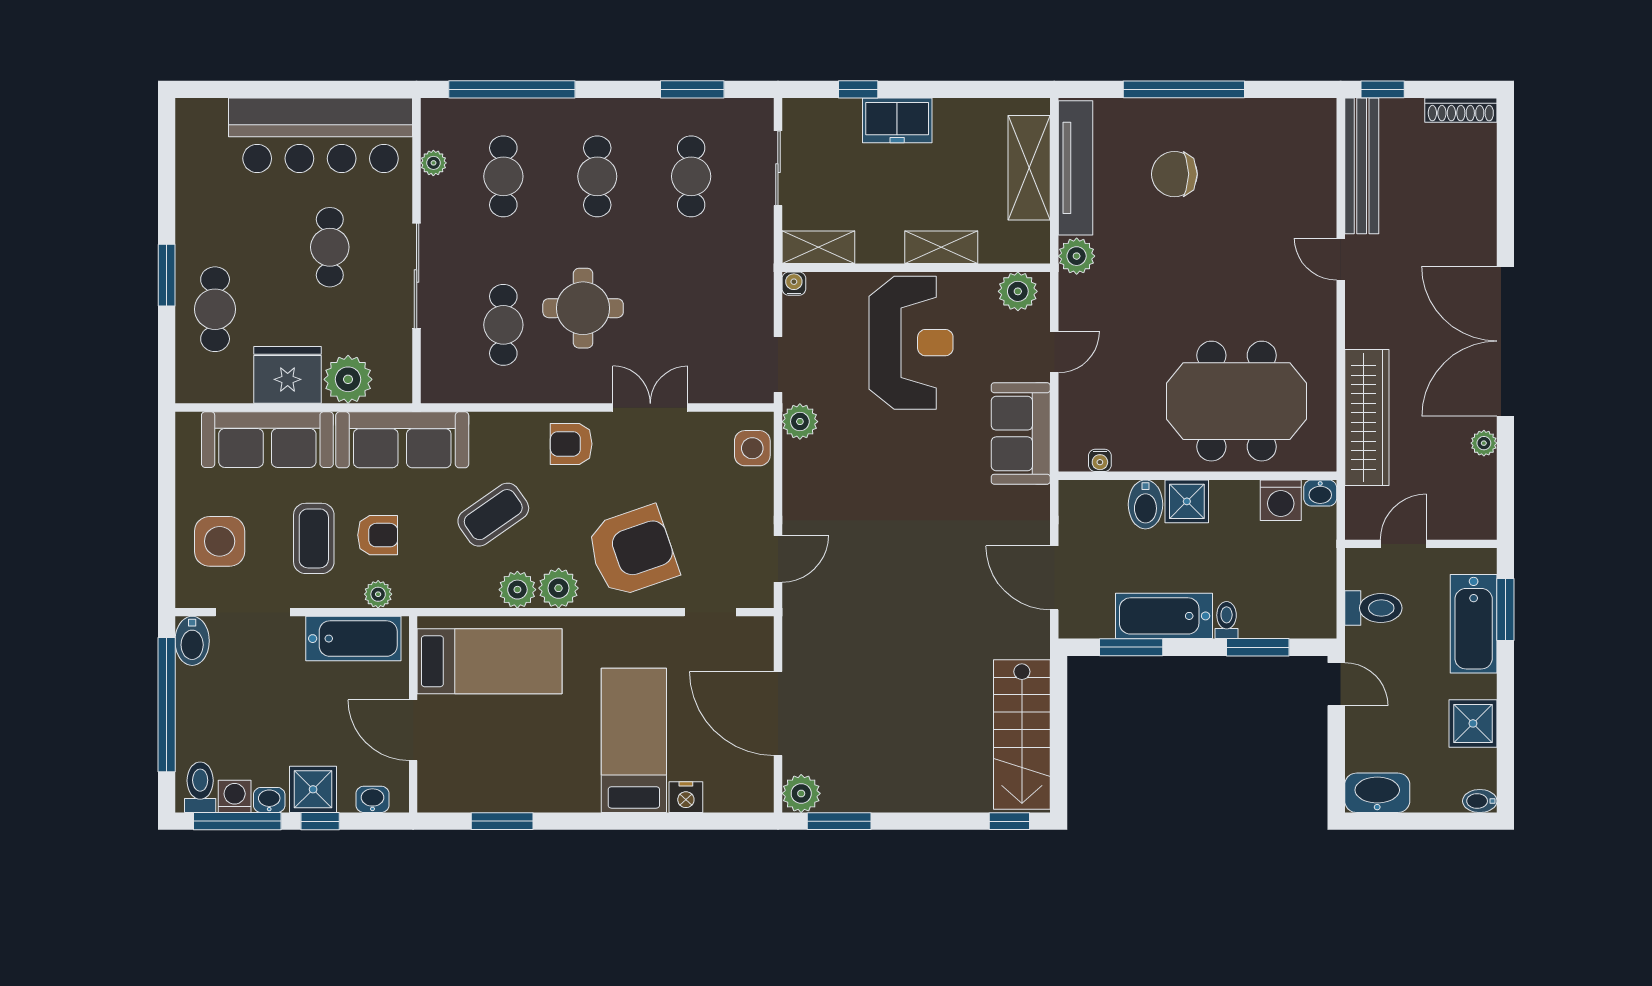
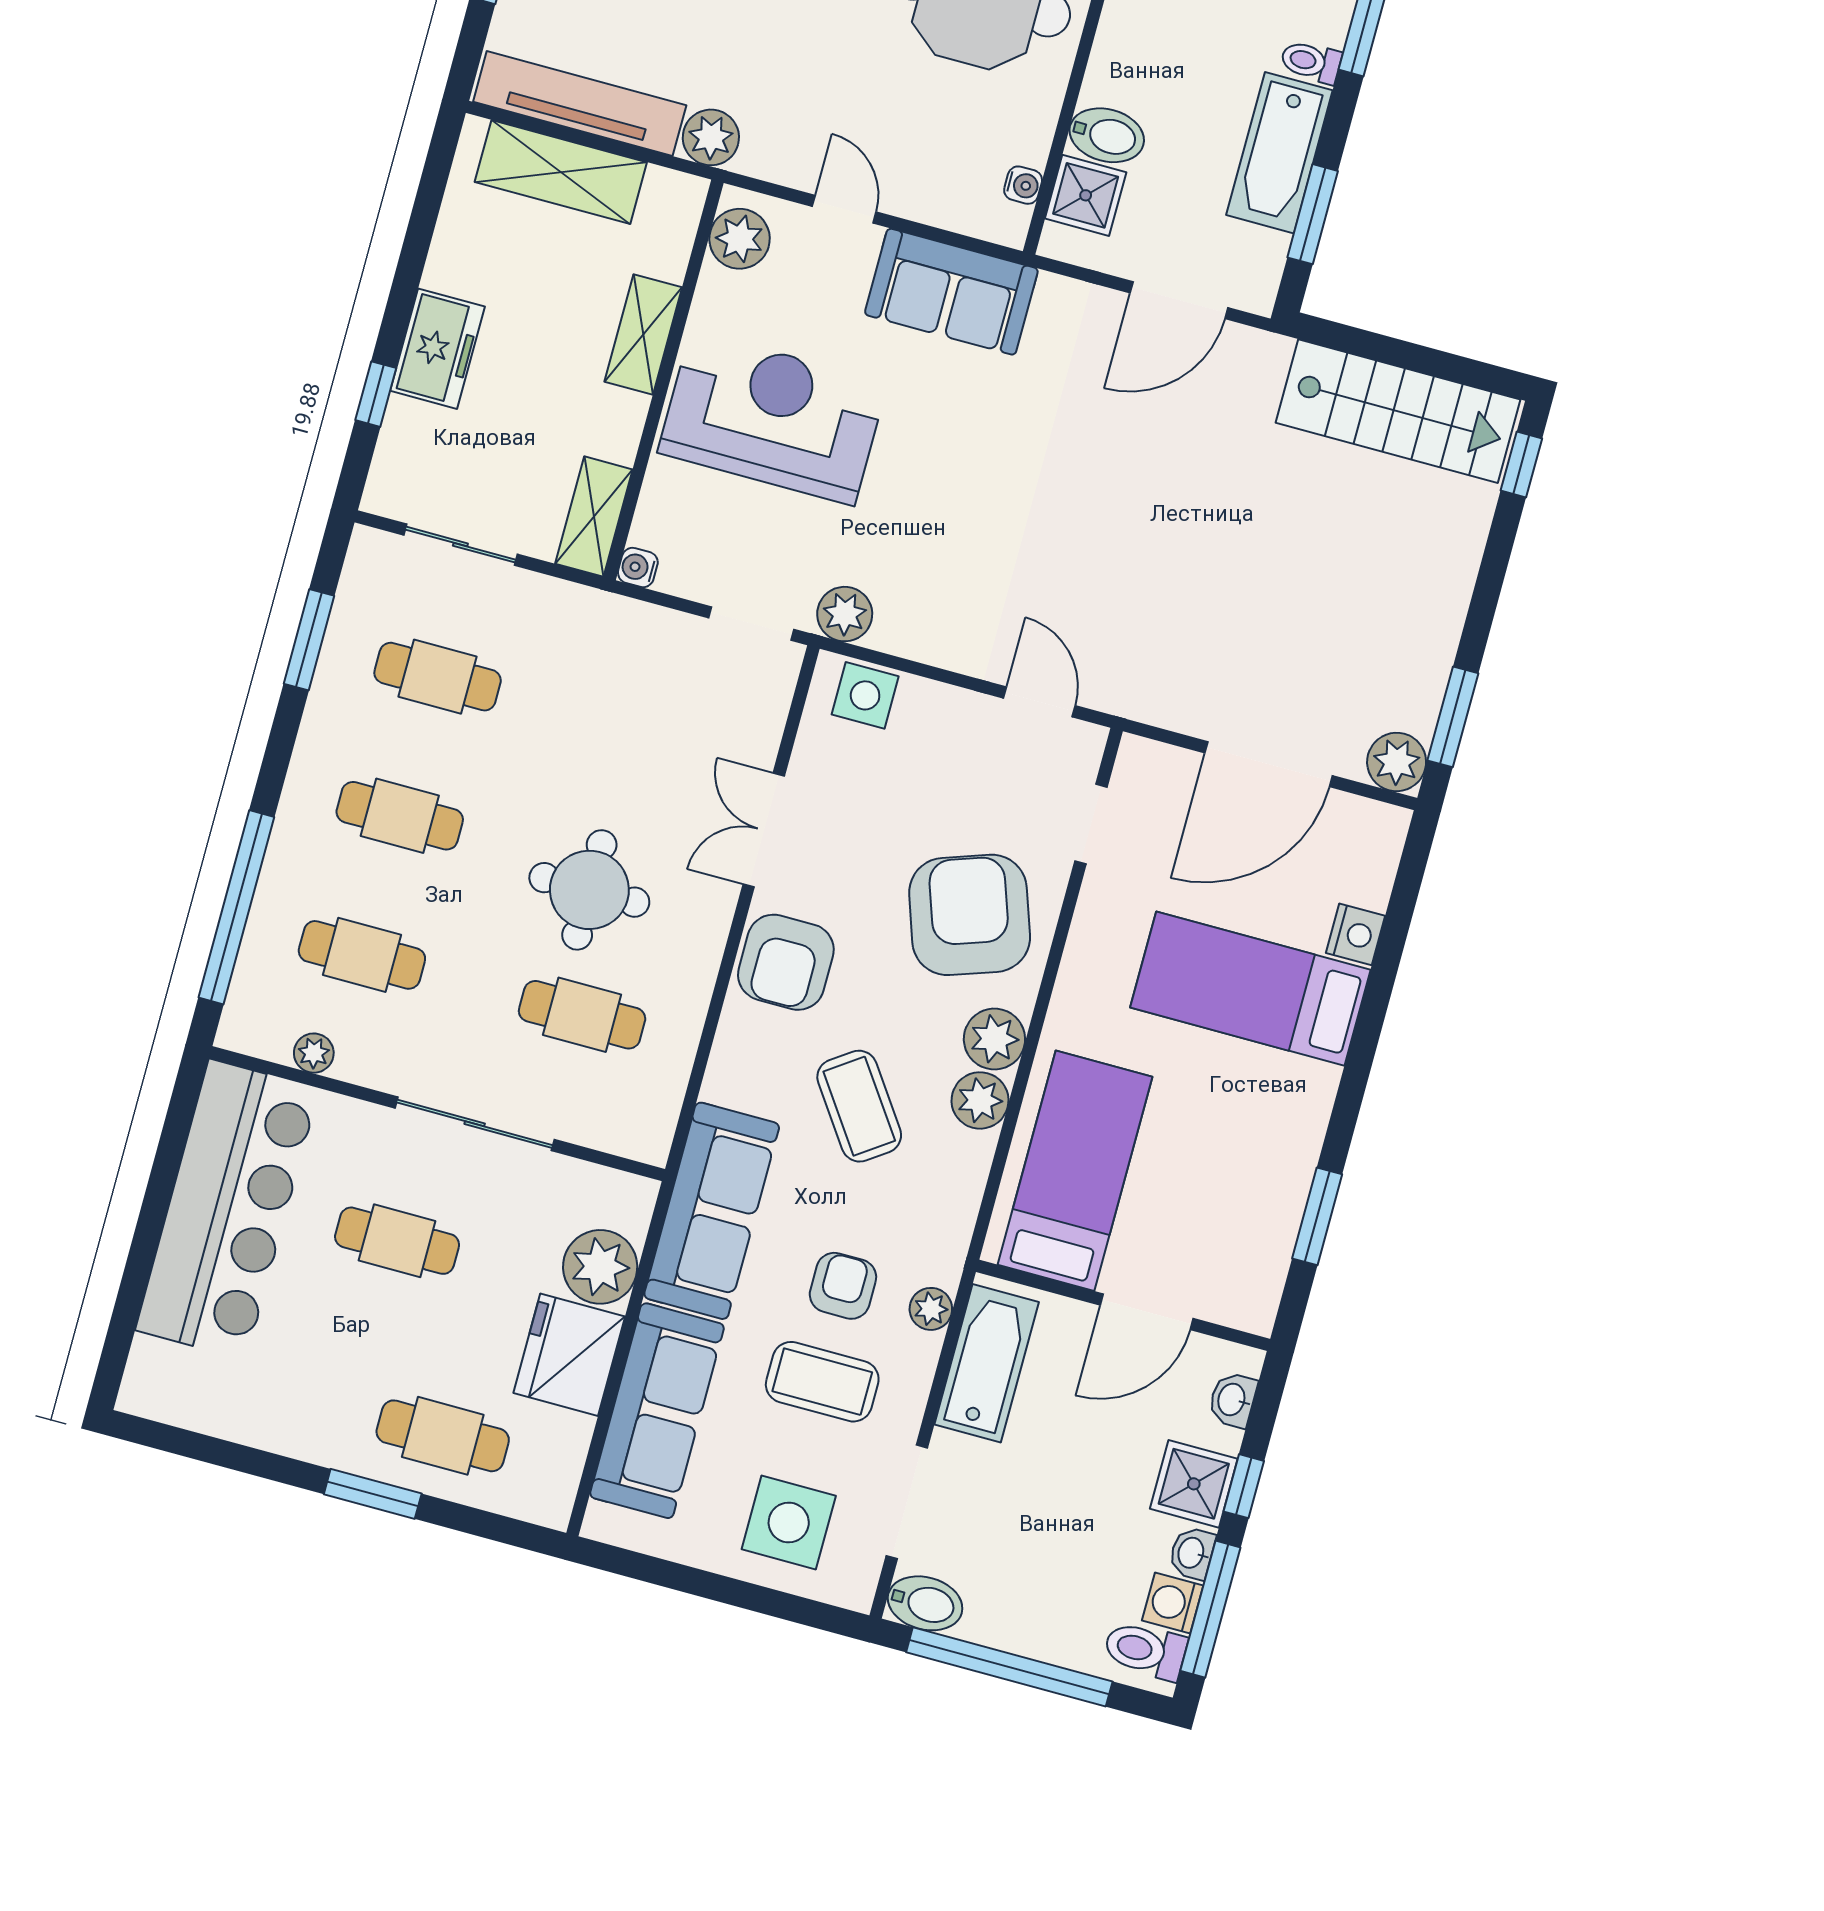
armchair: (571, 444) -> (786, 962), width x1.38, depth x1.38
shower: (1187, 501) -> (1086, 195), moved

